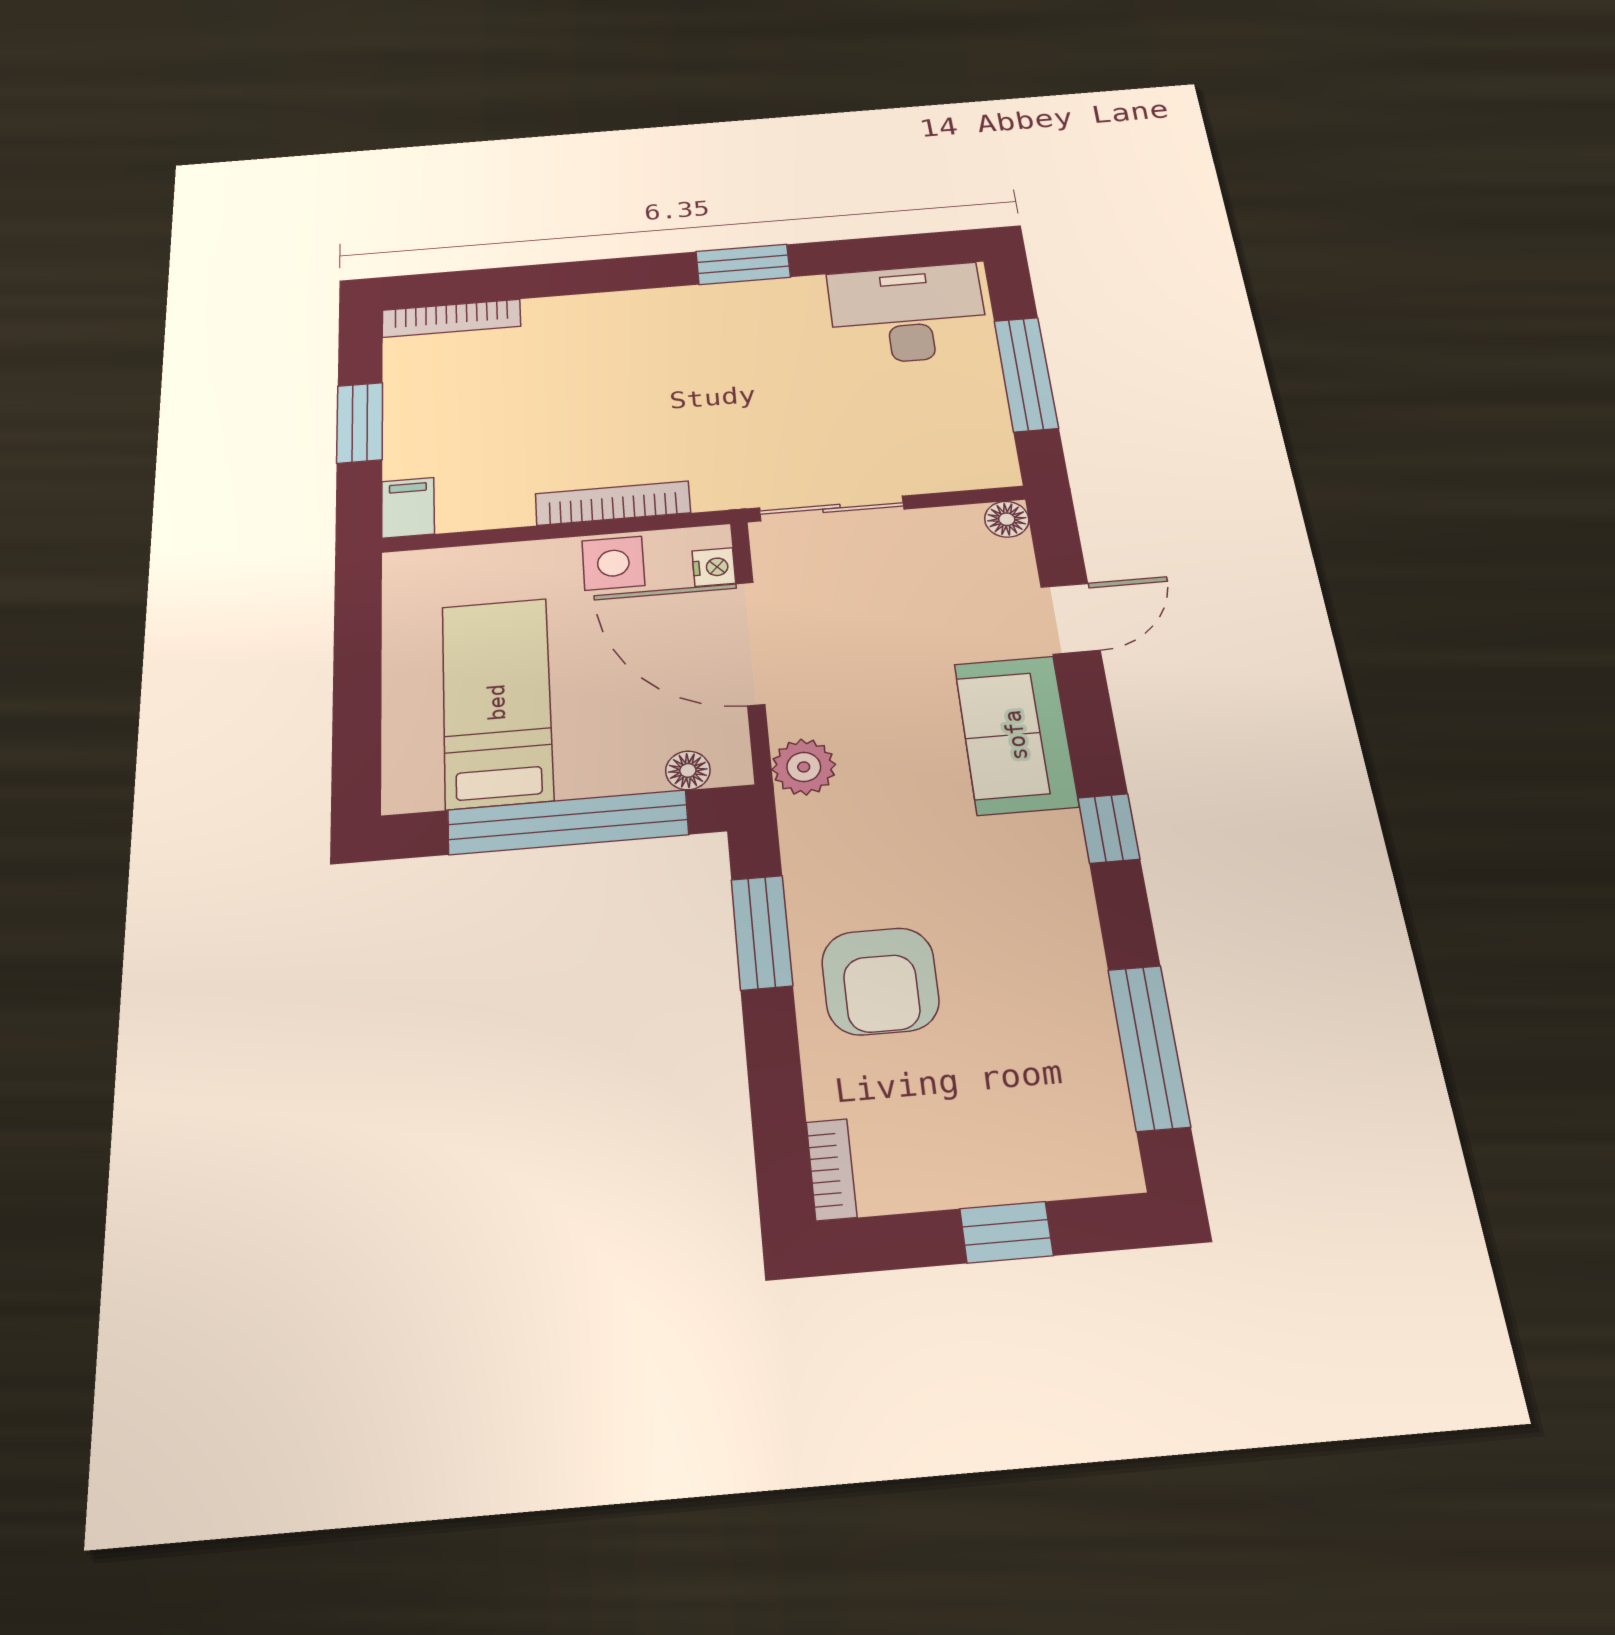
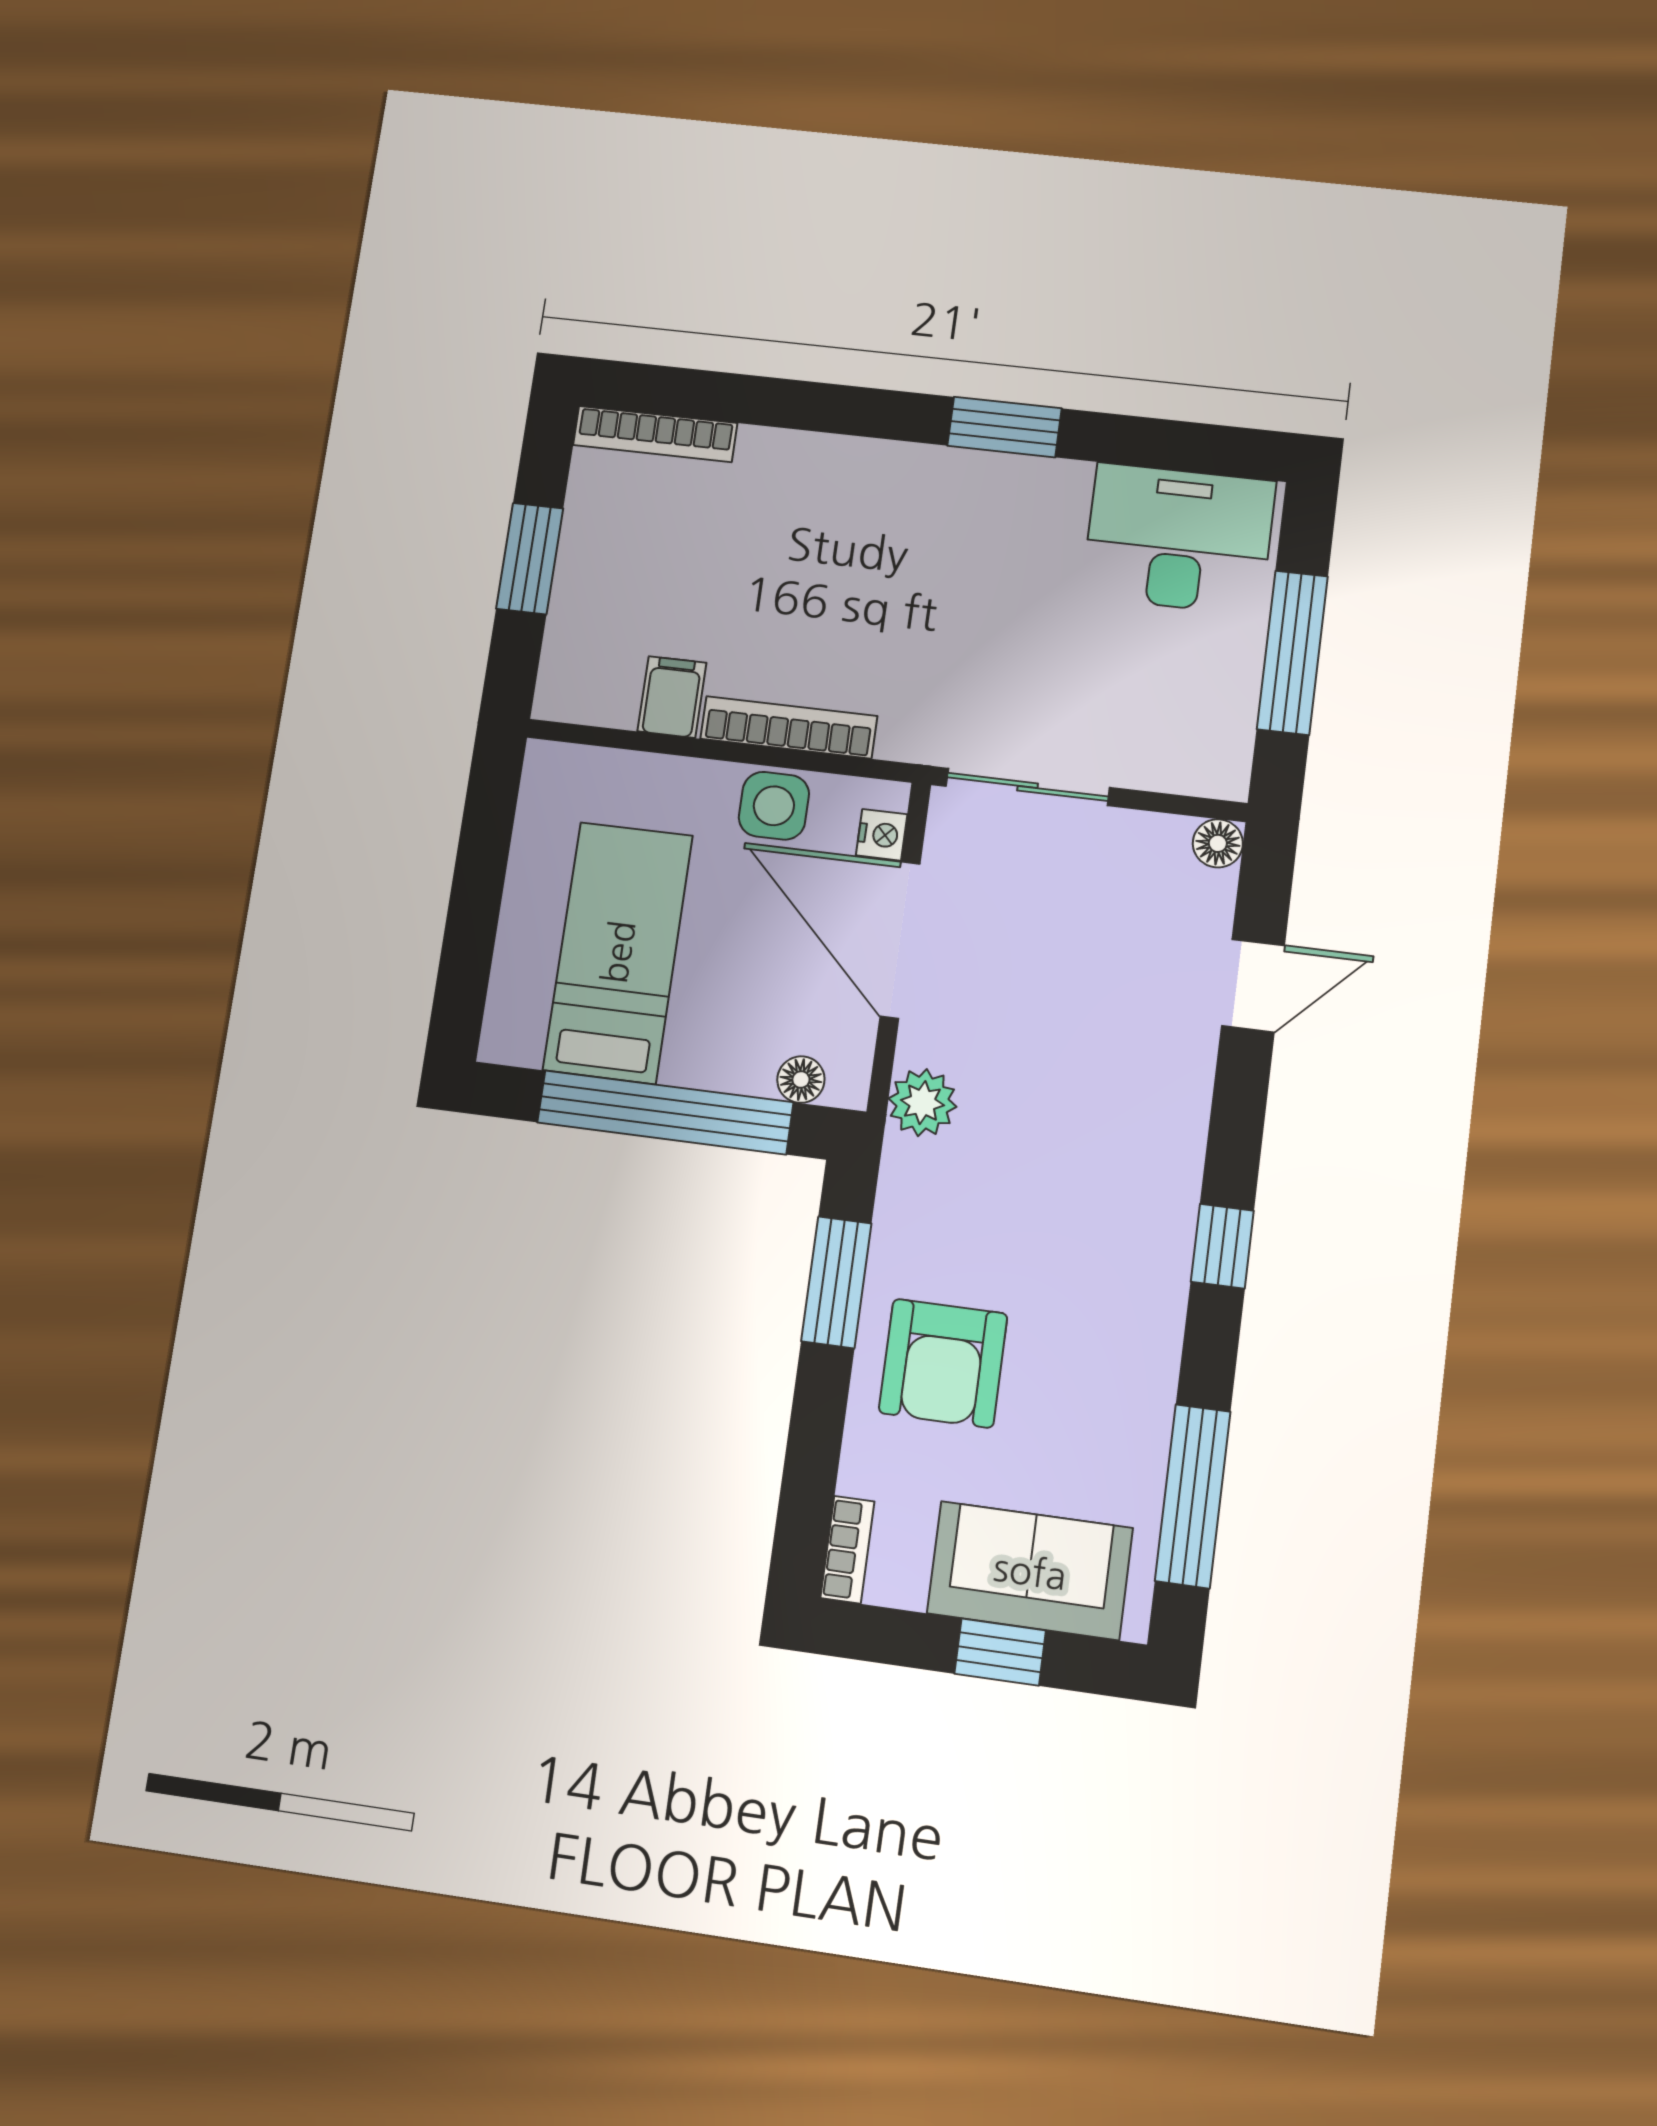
filing cabinet: (408, 508) -> (672, 697), moved
sofa: (1016, 735) -> (1030, 1571), moved, turned 90

